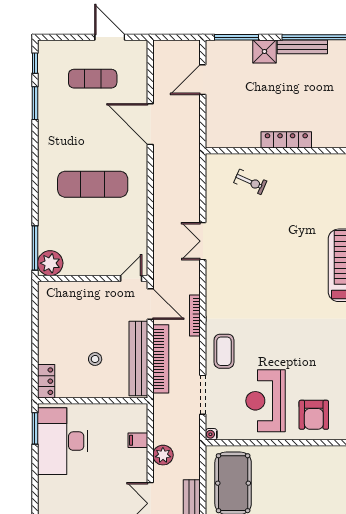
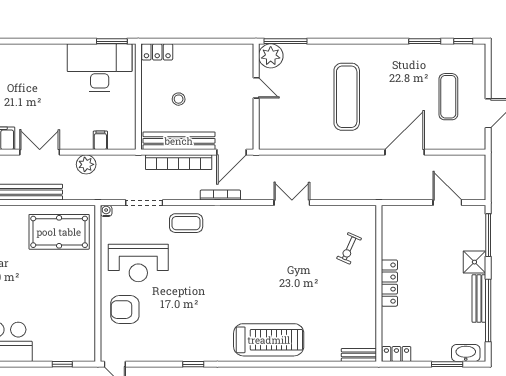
door: (131, 278) -> (256, 88), moved
reception desk: (265, 401) -> (138, 263), turned 180

